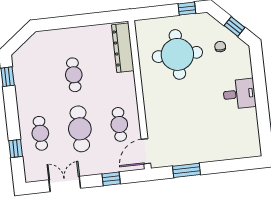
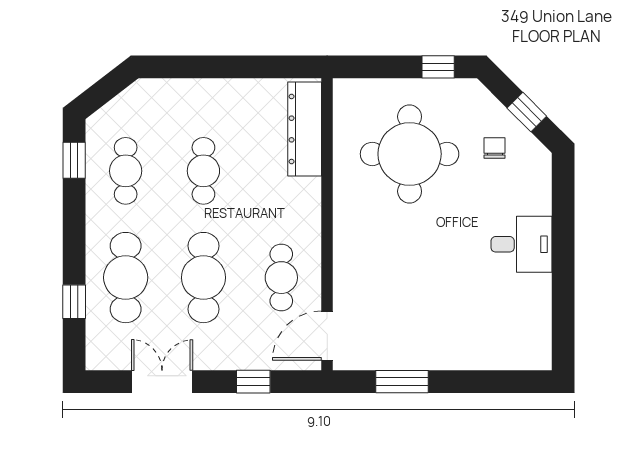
cafe table: (34, 79) -> (126, 171), added
cafe table: (40, 133) -> (126, 278), width x1.37, depth x1.35

